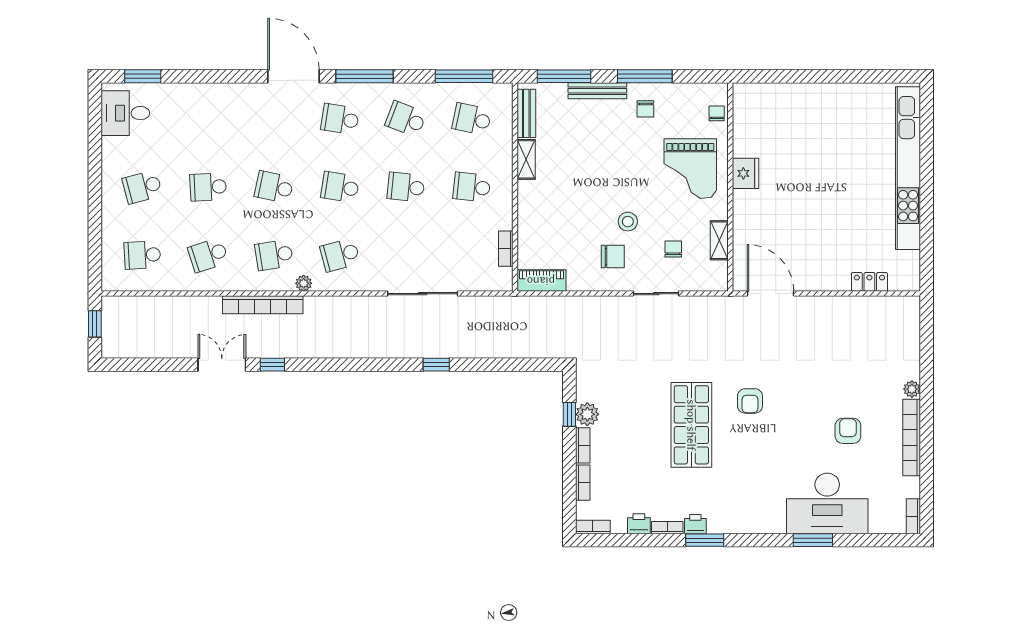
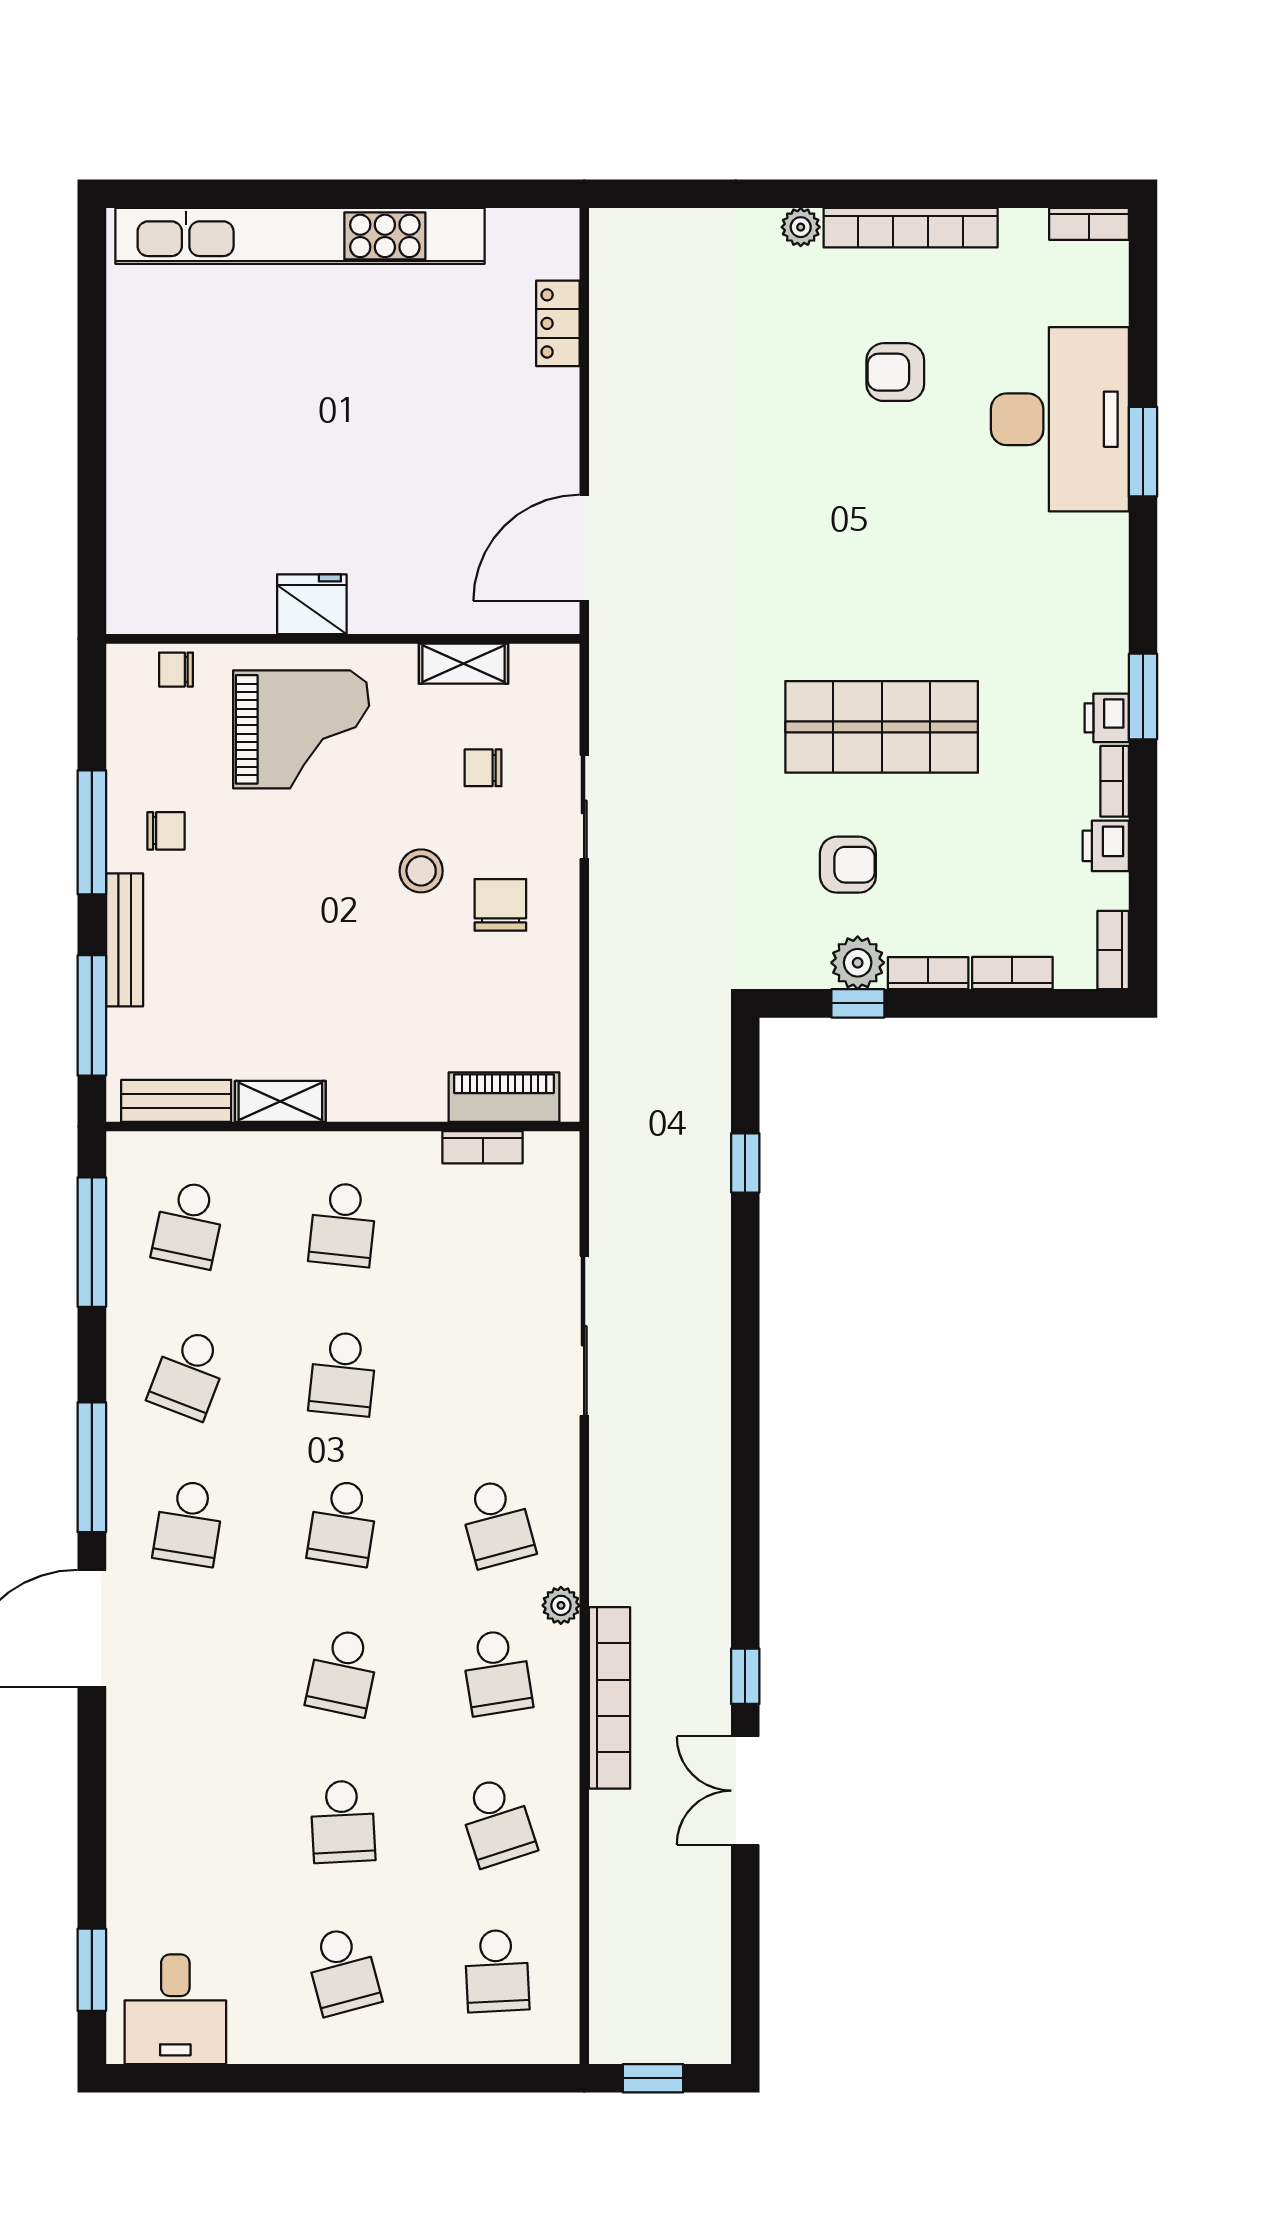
piano: (541, 281) -> (504, 1097), moved, turned 90
window: (436, 365) -> (745, 1163), moved
armchair: (750, 401) -> (848, 865), moved

